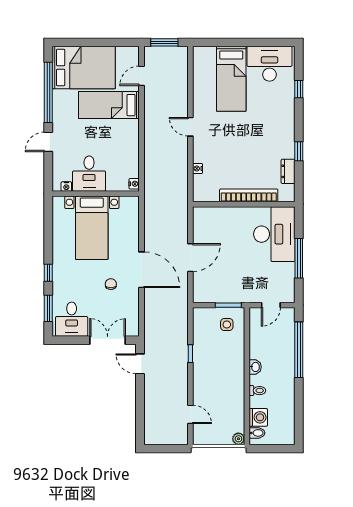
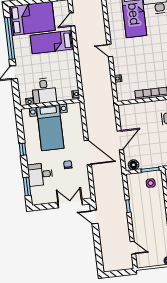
window: (48, 273) -> (23, 149), moved
floor lamp: (205, 295) -> (134, 165), added
desk: (72, 319) -> (40, 174), moved, turned 90

